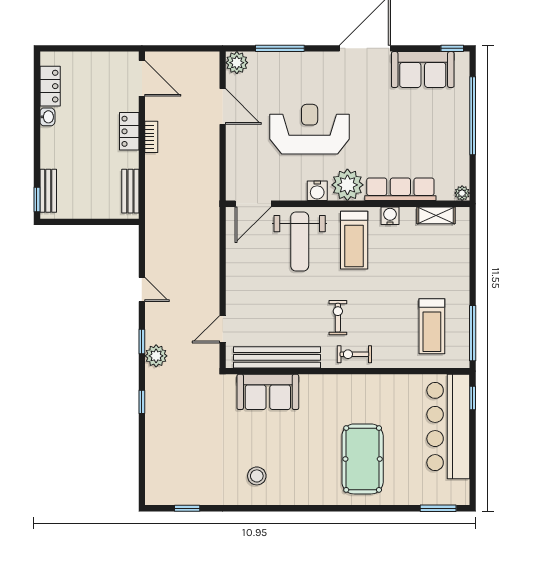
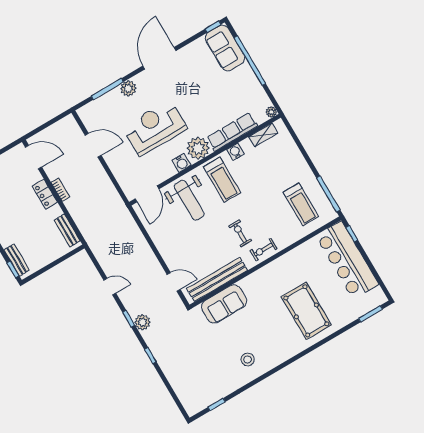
plant: (237, 63) -> (128, 88), moved
sofa: (423, 70) -> (225, 48), moved, turned 90
door: (223, 329) -> (174, 282), swing flipped

